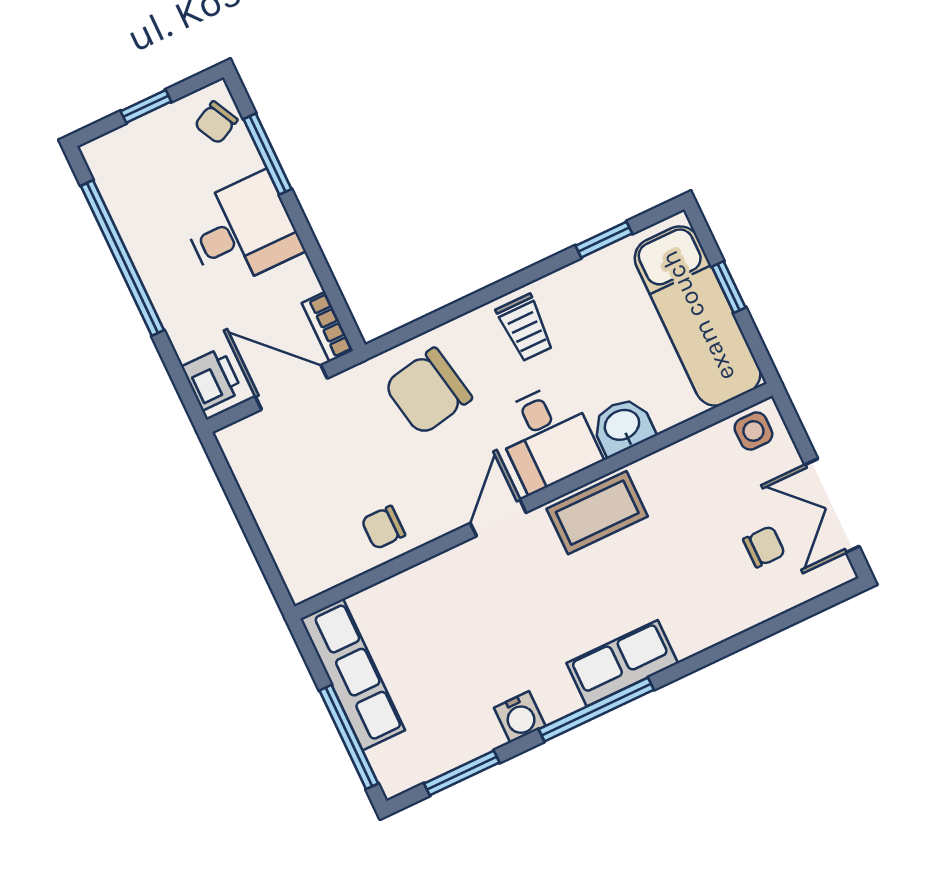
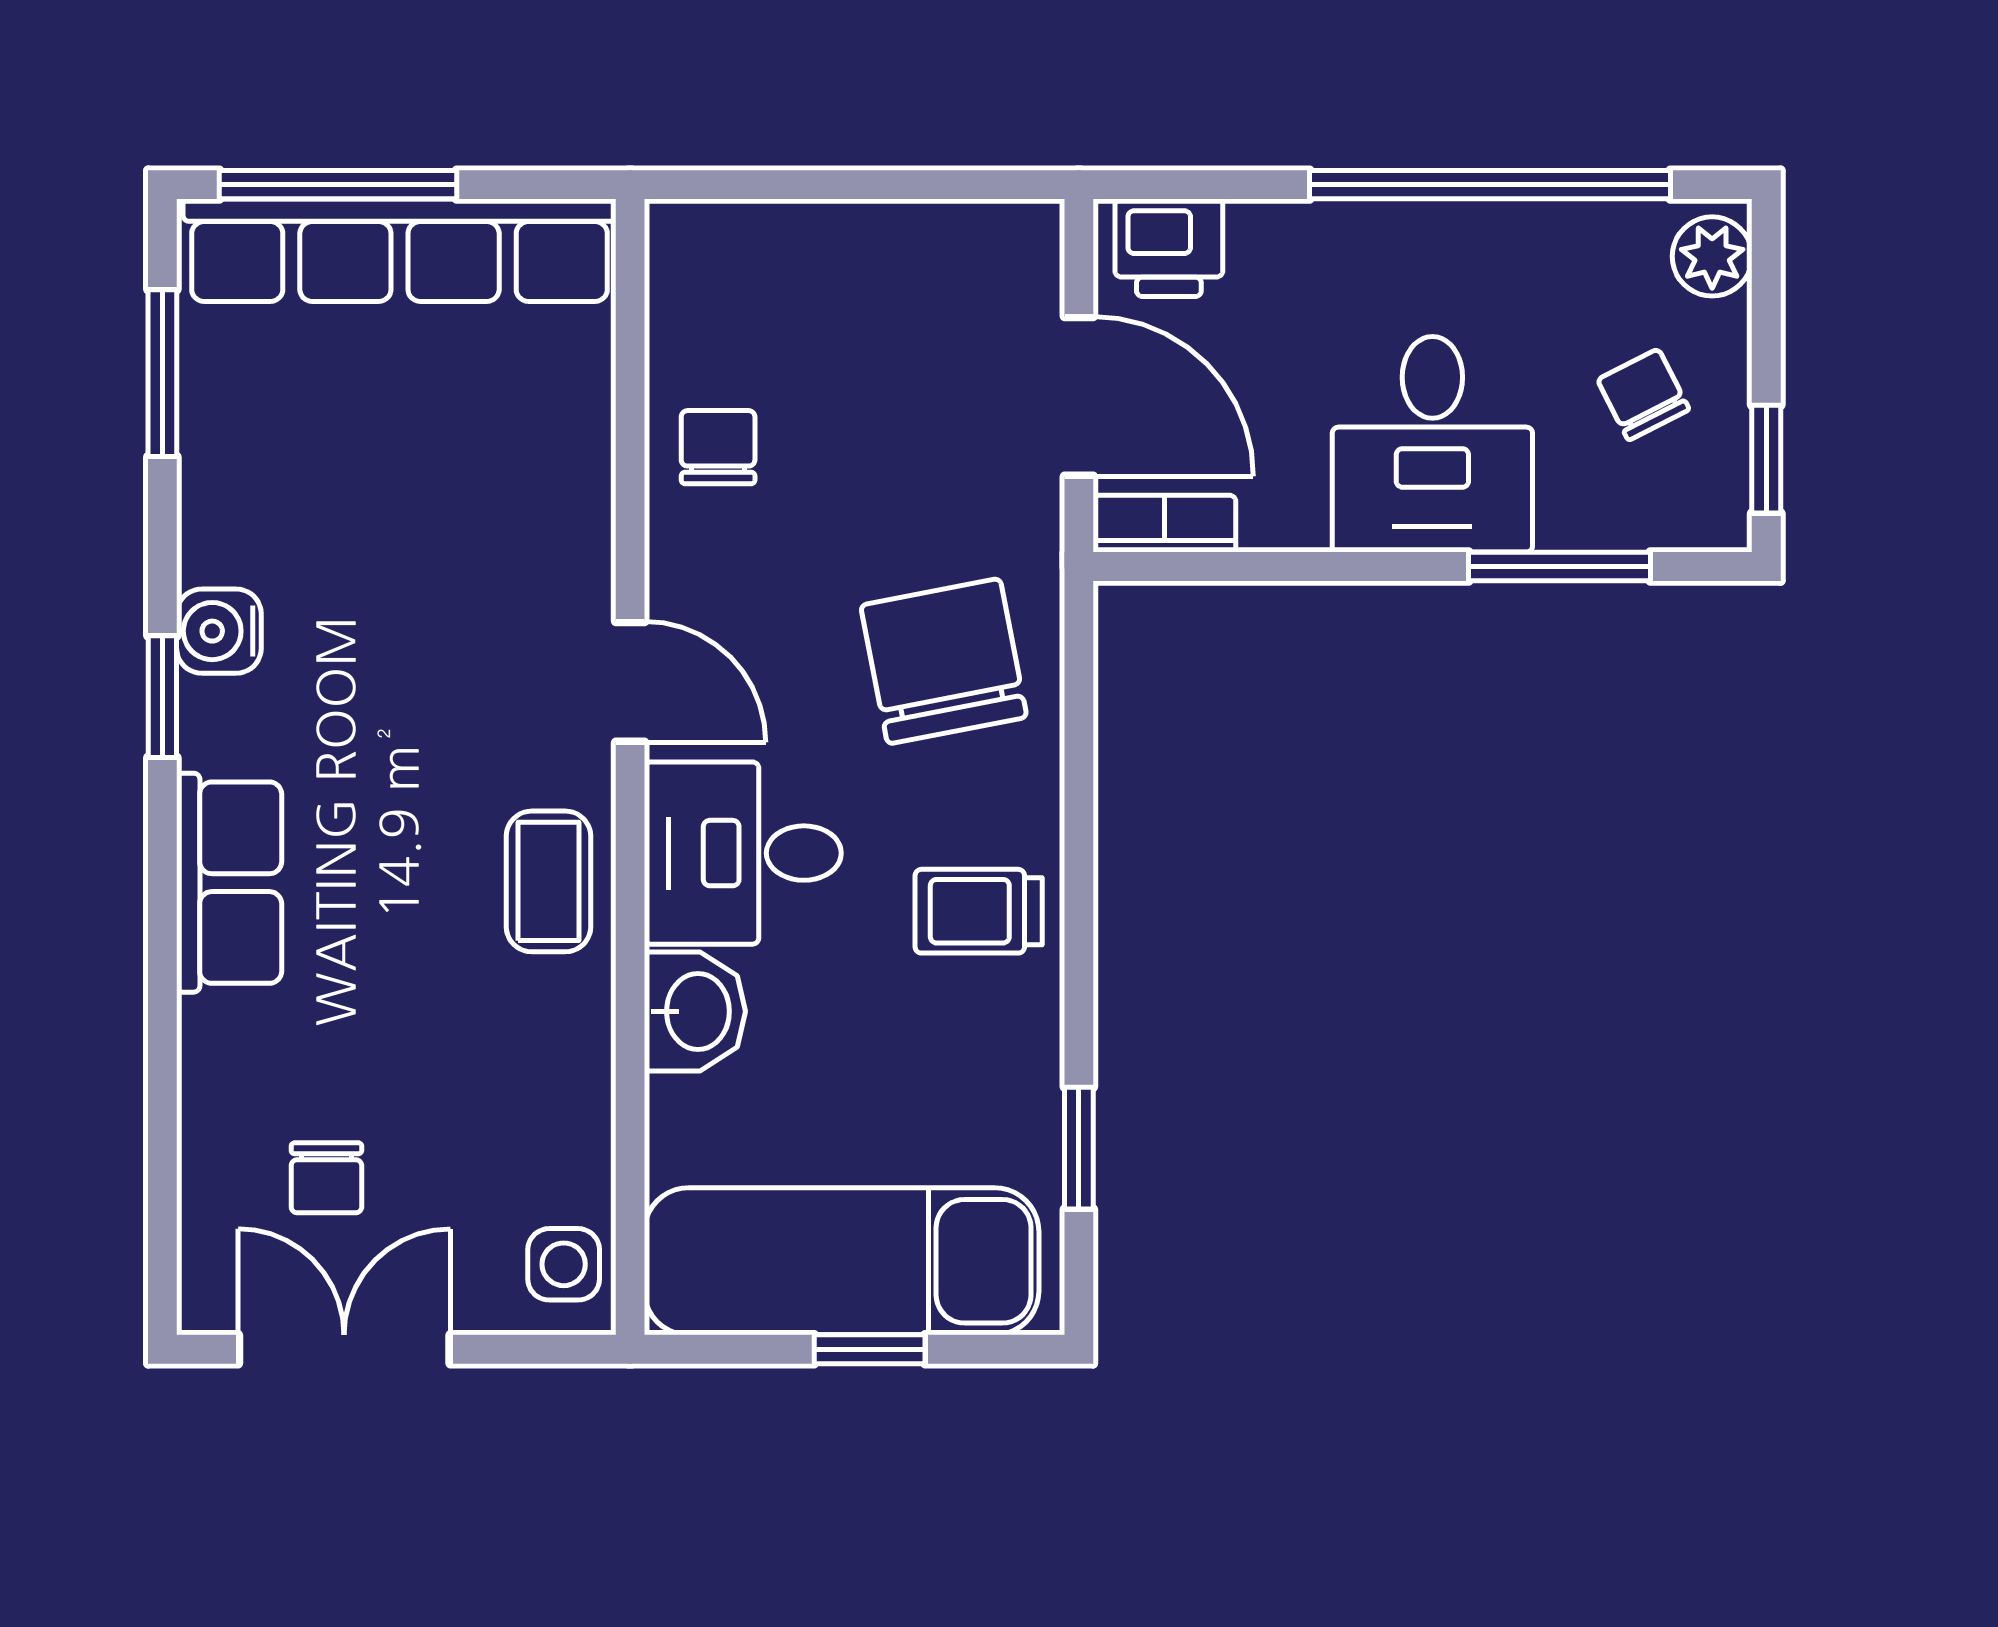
window: (146, 106) -> (1766, 459), moved
chair: (216, 122) -> (1643, 395), moved
plant: (109, 152) -> (1712, 256), added
door: (291, 387) -> (1079, 396), hinge flipped
coffee table: (597, 513) -> (548, 881), width x0.73, depth x0.77
row of seats: (622, 663) -> (229, 883), moved
row of seats: (353, 675) -> (399, 250), width x1.36
window: (596, 709) -> (162, 697), width x0.46
water cooler: (520, 717) -> (219, 631), moved

